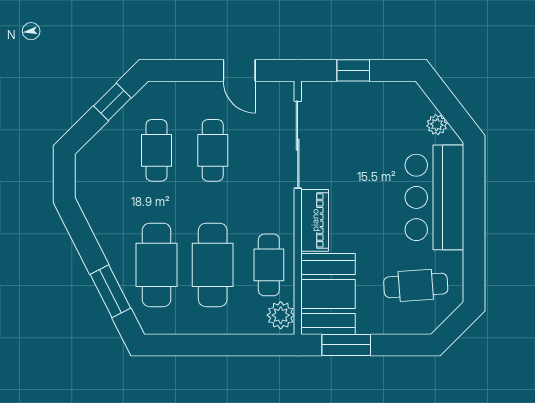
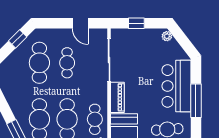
plant: (437, 125) -> (167, 36), moved
cafe table: (157, 150) -> (39, 63), width x1.37, depth x1.35
window: (474, 227) -> (196, 101), added

